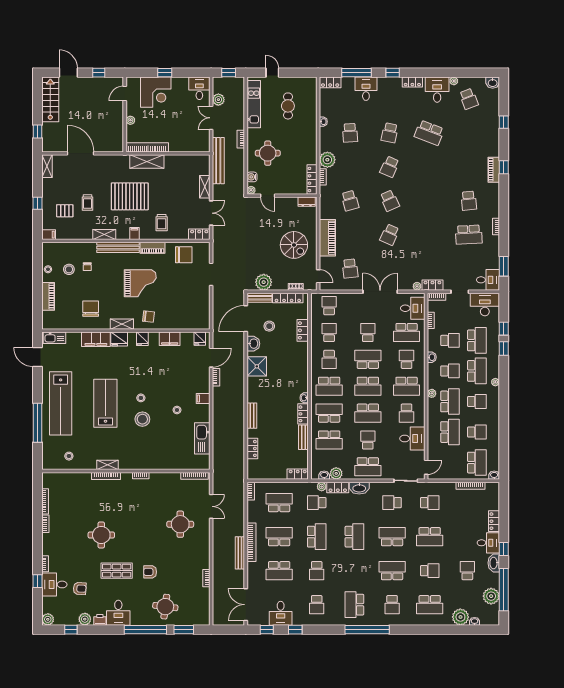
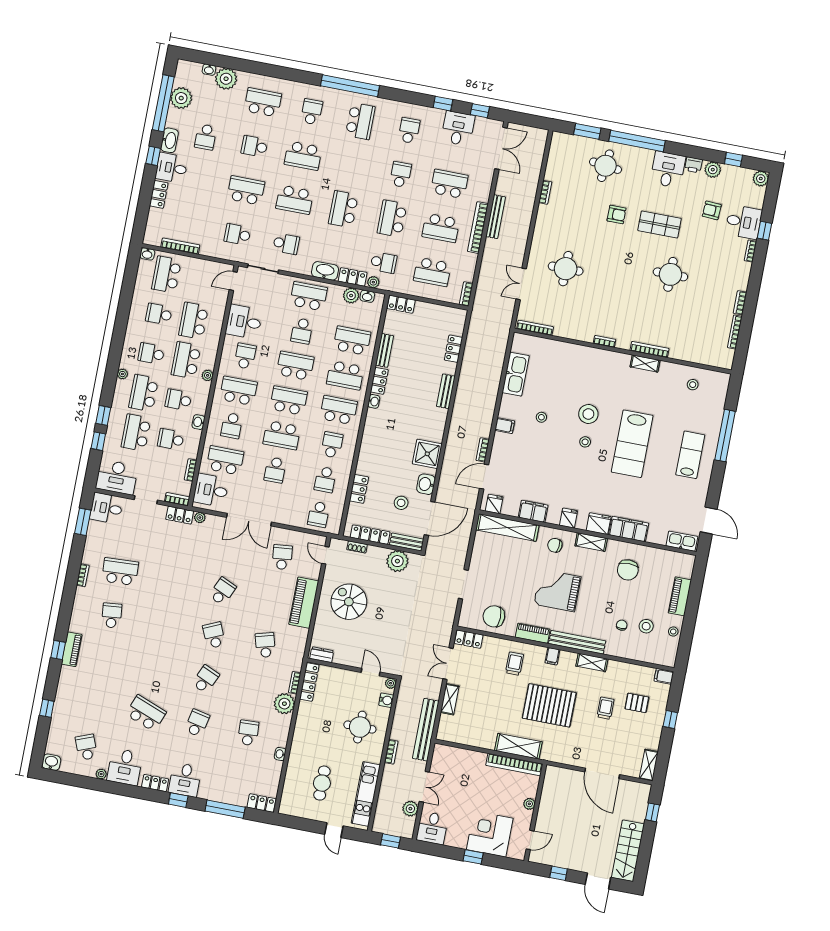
desk: (366, 89) -> (185, 780), moved
shelving: (187, 323) -> (507, 528), added
lab bench: (61, 403) -> (690, 455), width x0.54, depth x0.72

